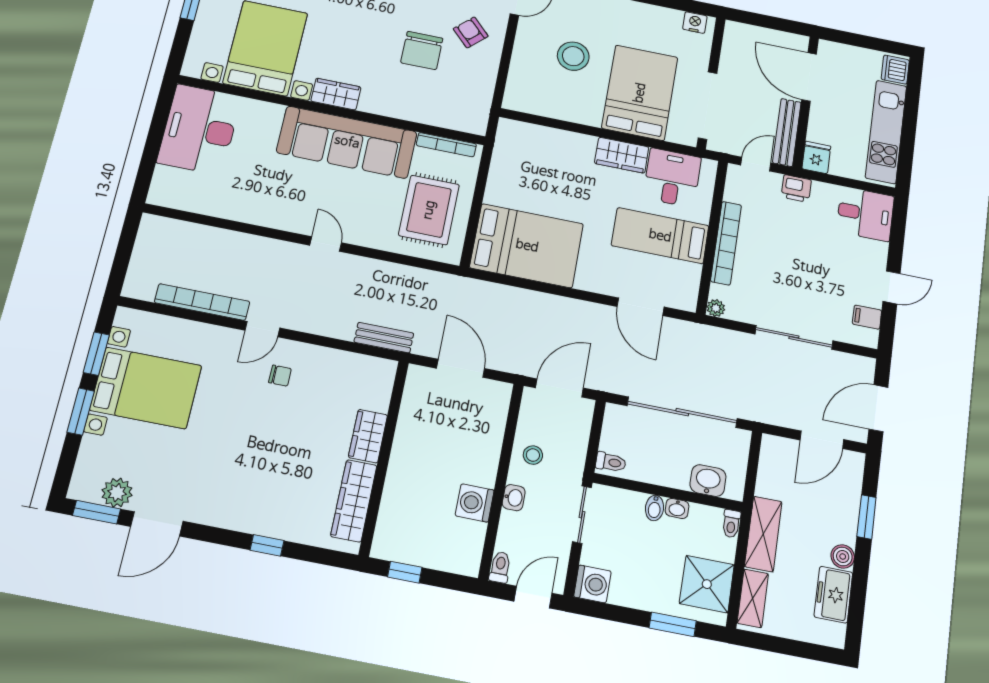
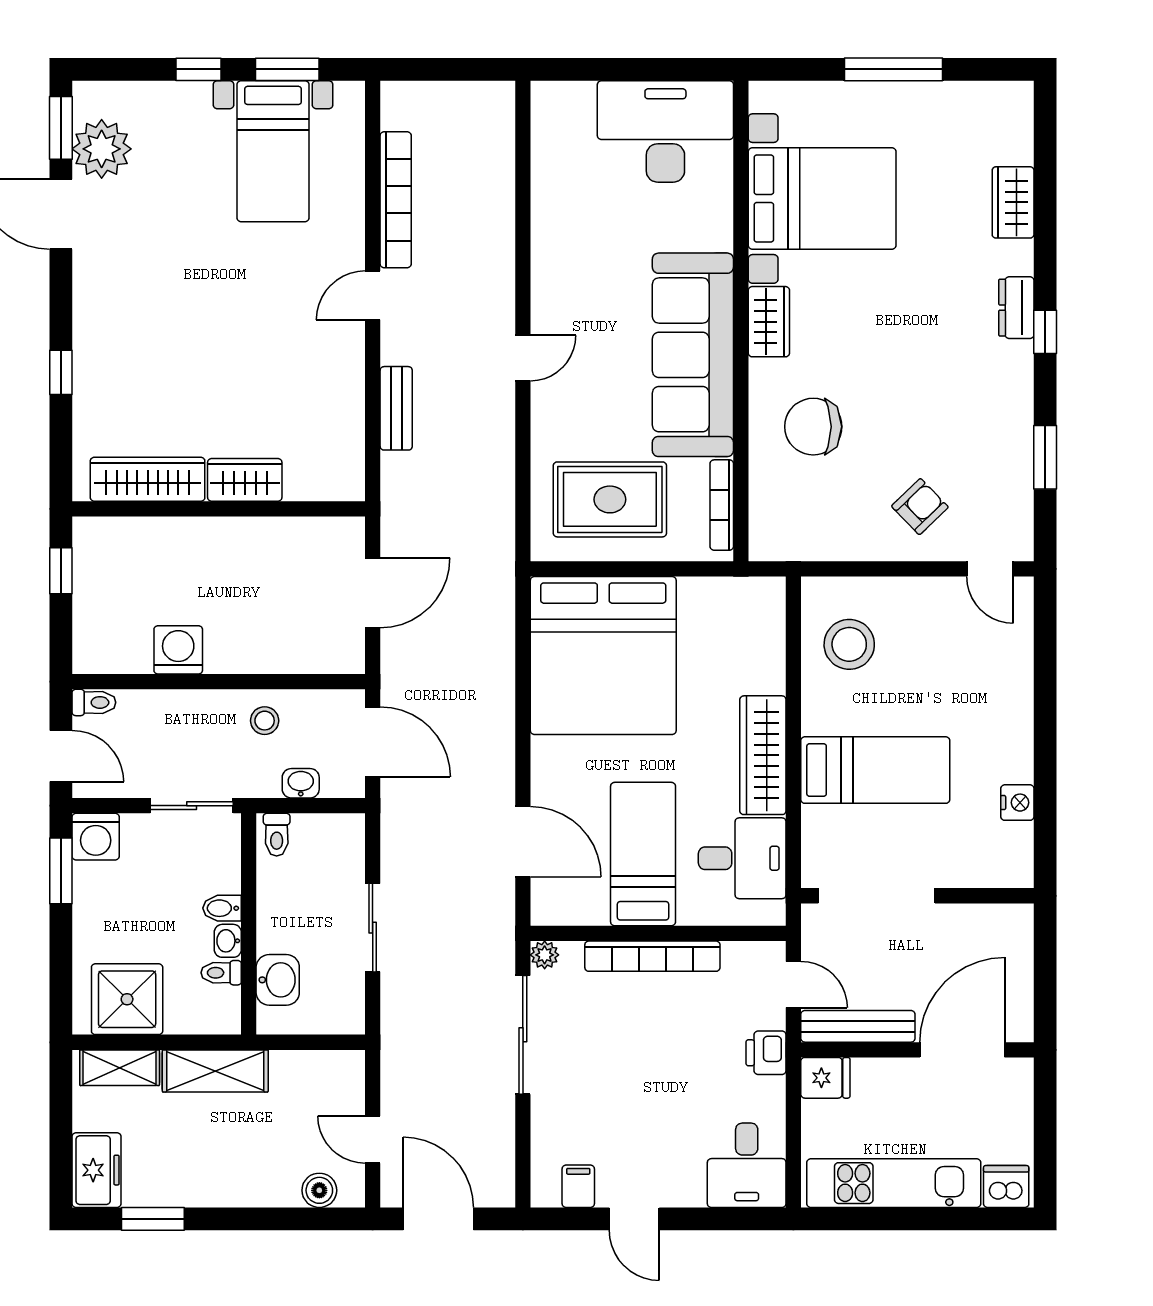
nightstand: (695, 23) -> (1017, 803), moved
chair: (422, 50) -> (813, 427), moved
stool: (573, 56) -> (849, 644), moved
bed: (640, 93) -> (875, 770), width x0.67
wardrobe: (622, 155) -> (763, 755), width x1.50
bed: (527, 246) -> (603, 656), width x1.36
door: (641, 307) -> (523, 842), swing flipped
door: (262, 329) -> (373, 295), hinge flipped
sliding door: (794, 337) -> (523, 1035), moved
bench: (384, 338) -> (396, 408), moved
chair: (280, 376) -> (308, 336), removed
bed with nightstands: (146, 388) -> (273, 151), width x0.73
window: (81, 412) -> (199, 69), width x0.67
sliding door: (682, 412) -> (373, 928), width x0.54
door: (822, 440) -> (373, 1140), width x0.73
plant: (117, 493) -> (102, 149), width x1.36, depth x1.36
washbasin: (514, 498) -> (301, 783), moved, turned 180
window: (867, 517) -> (153, 1219), moved
toilet: (731, 524) -> (221, 973), moved
boiler: (843, 557) -> (319, 1190), moved
freezer: (833, 595) -> (97, 1170), moved, turned 90
window: (673, 624) -> (61, 871), moved

